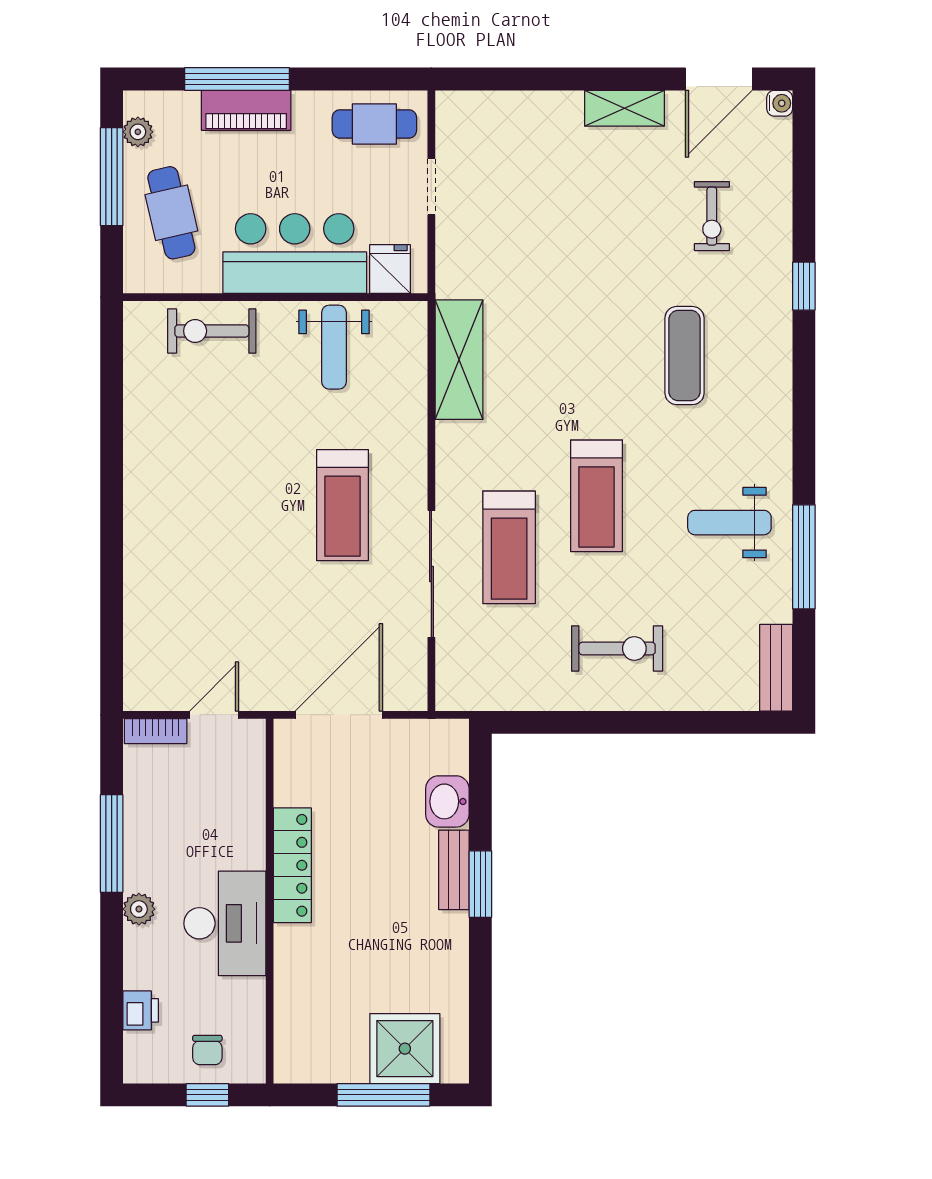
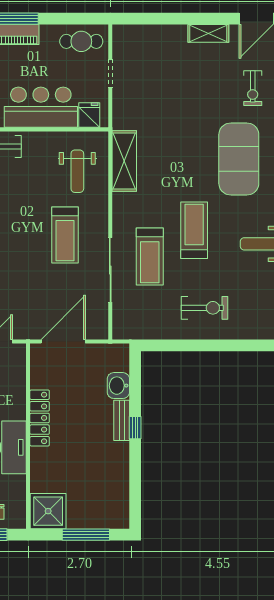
weight bench: (334, 347) -> (77, 171), moved
exercise mat: (684, 356) -> (239, 159), width x2.00, depth x1.45
treadmill: (596, 496) -> (194, 230), turned 180
window: (480, 884) -> (135, 428), width x0.67
shower: (405, 1049) -> (48, 511), moved

